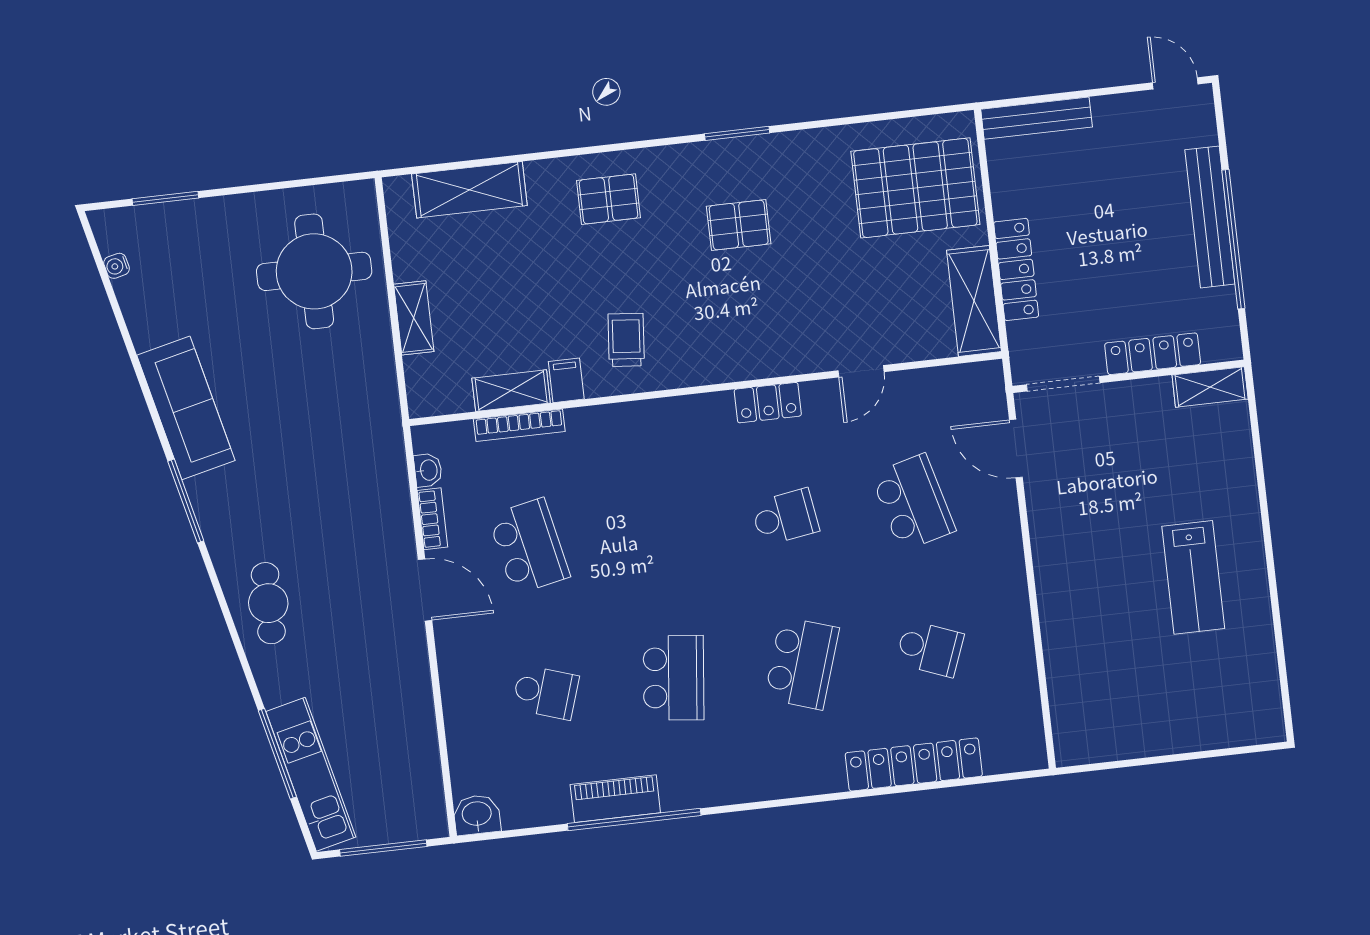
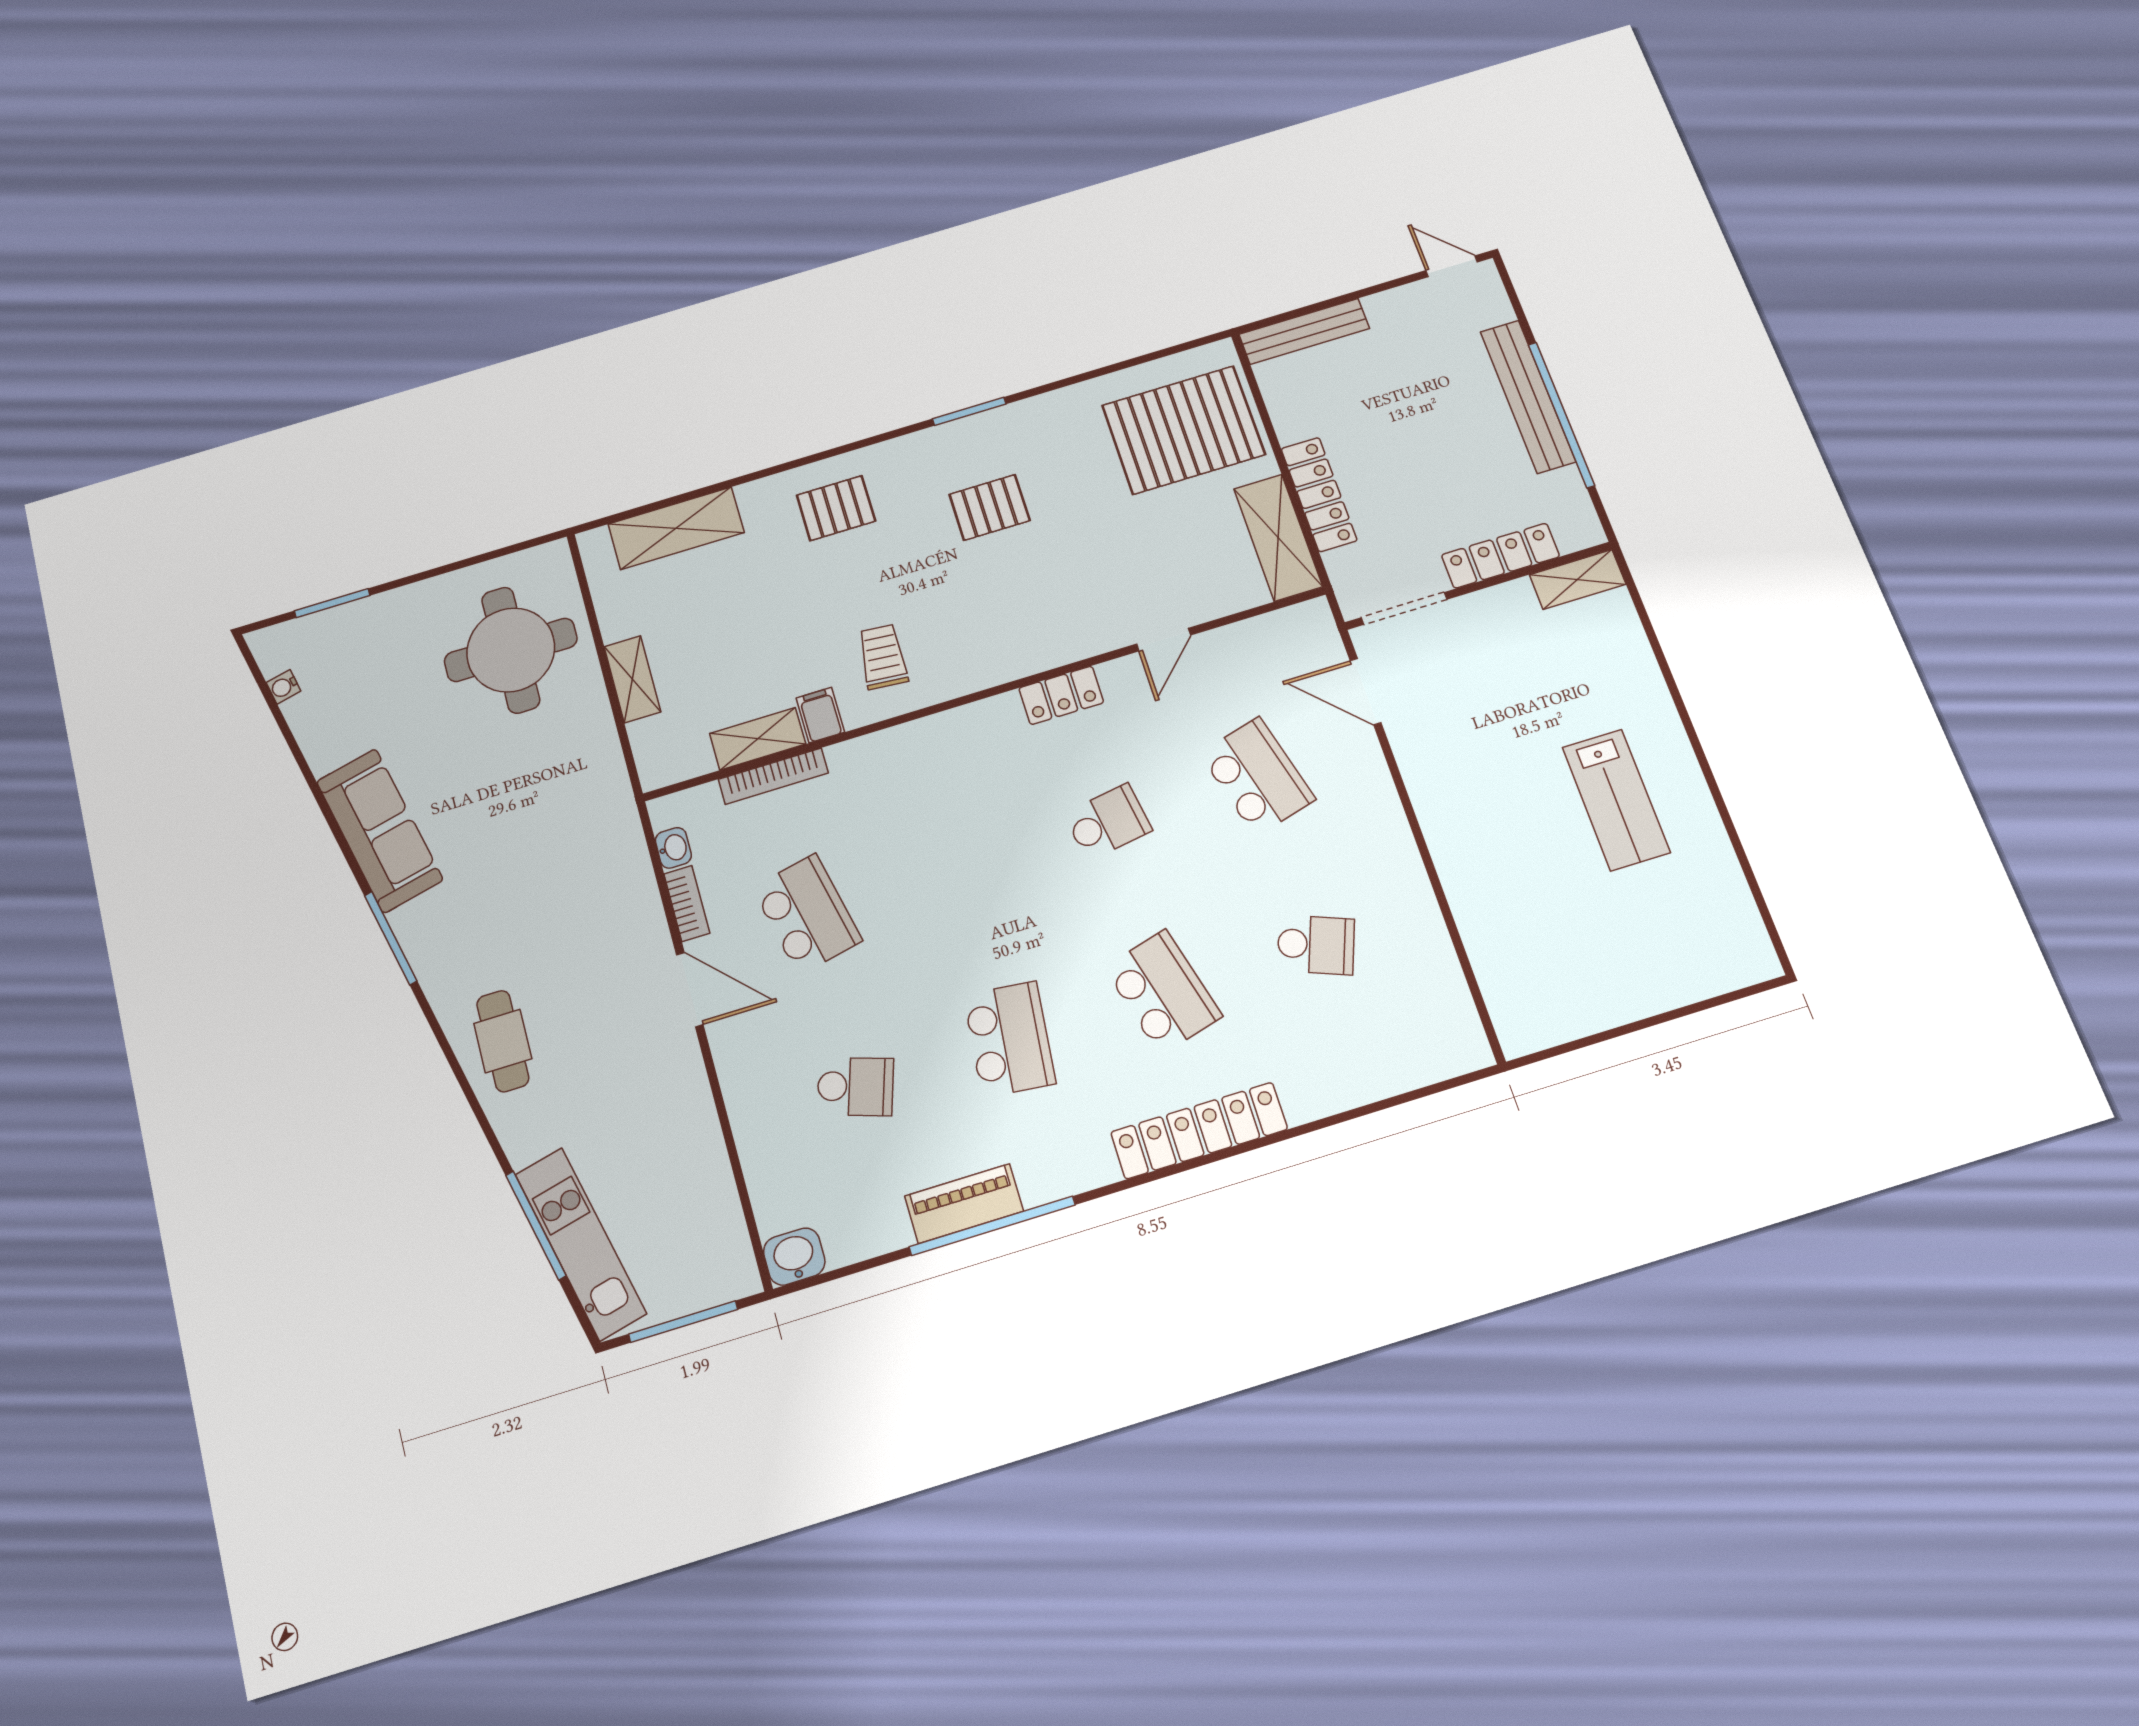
school desk: (802, 663) -> (1163, 992), turned -33
locker: (914, 764) -> (1199, 1131), moved

